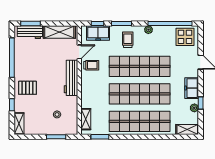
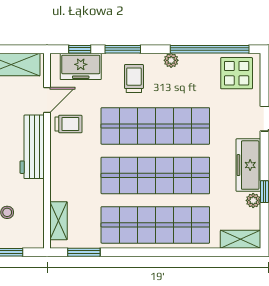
freezer: (192, 88) -> (248, 165), width x1.40

